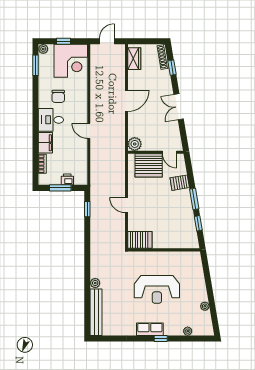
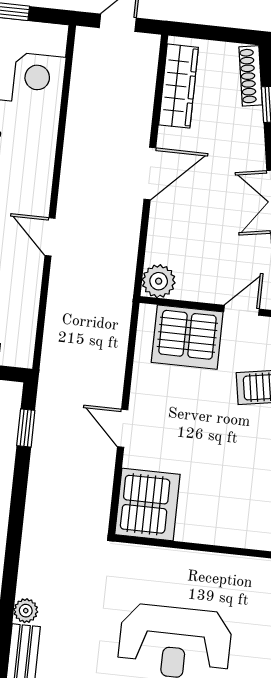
wardrobe: (134, 59) -> (179, 86), width x1.50
door: (169, 152) -> (241, 310), swing flipped
server rack: (140, 240) -> (147, 504), width x1.60

